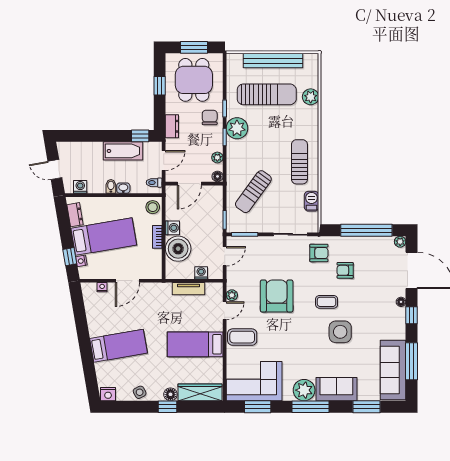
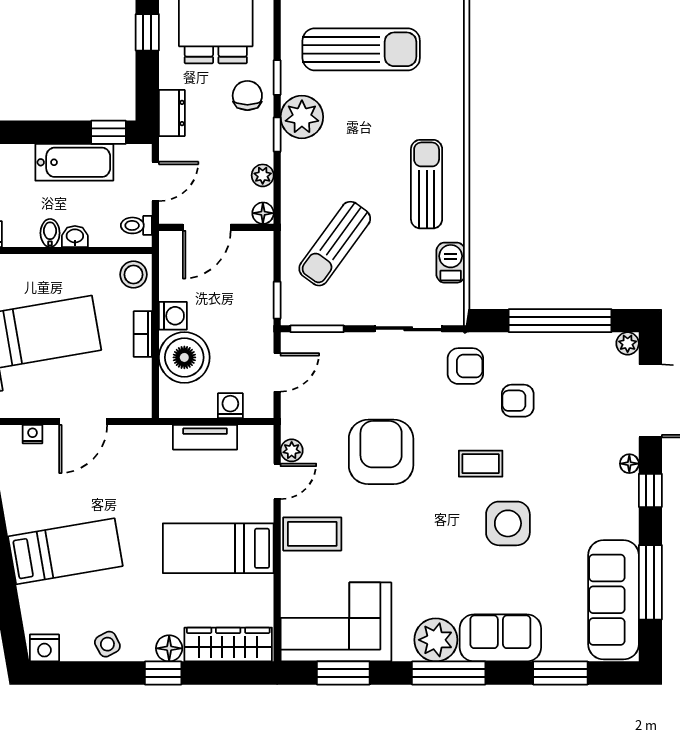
plant: (311, 97) -> (449, 54), removed

